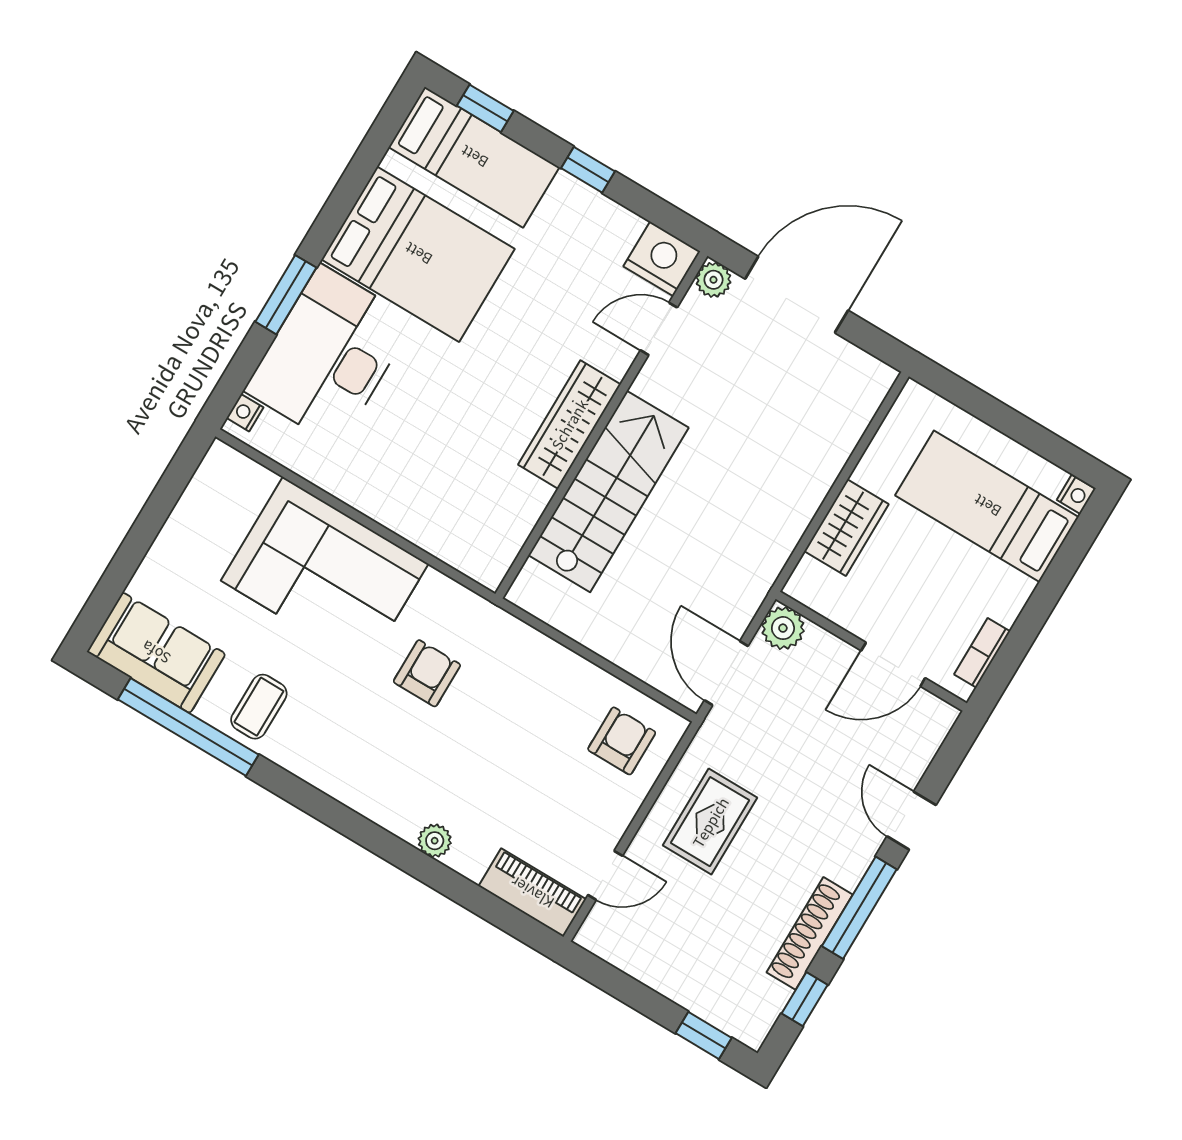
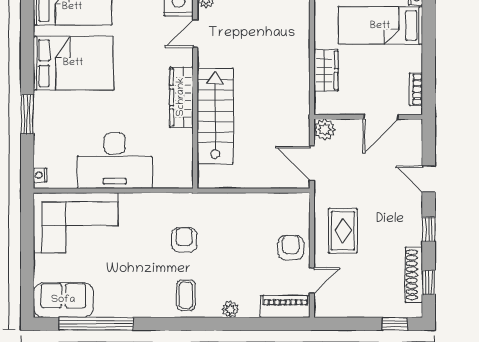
desk: (329, 355) -> (115, 161), moved, turned -90
corner sofa: (325, 572) -> (76, 223), moved
coffee table: (259, 707) -> (186, 295), moved
armchair: (622, 741) -> (291, 248), moved
window: (859, 908) -> (429, 229), width x0.46
shoe rack: (810, 933) -> (414, 275), moved

